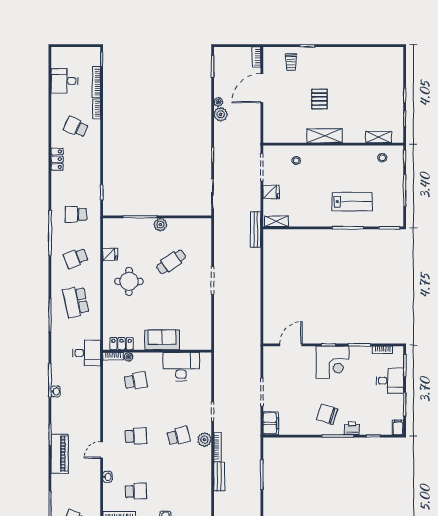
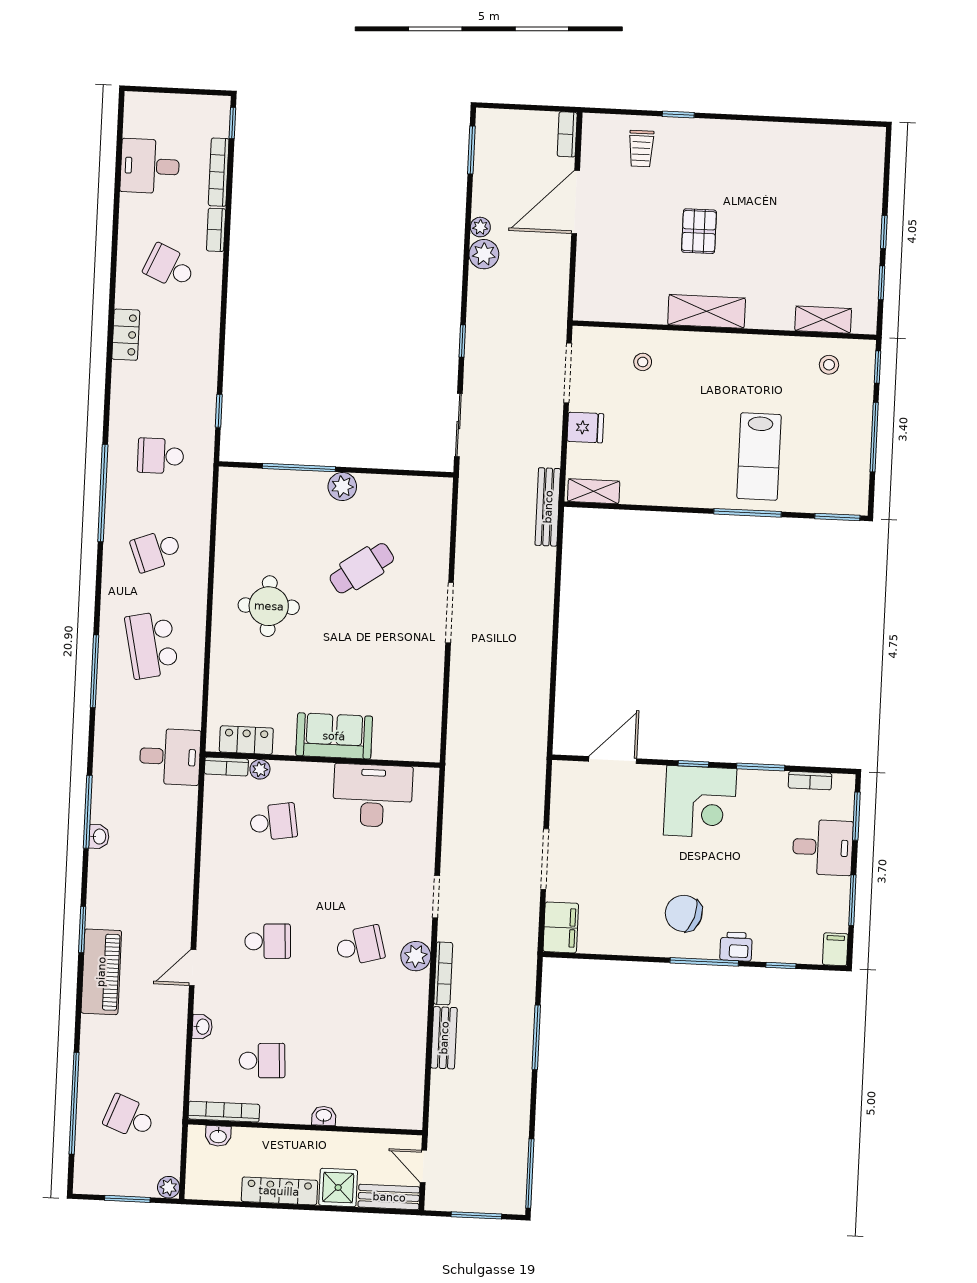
lab bench: (352, 202) -> (759, 456), turned 90
fridge: (110, 254) -> (231, 546), removed

